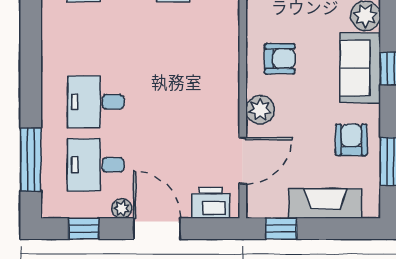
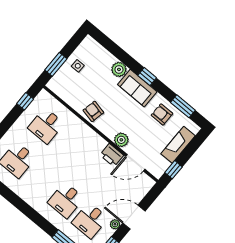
armchair: (280, 59) -> (93, 111), moved, turned -78
door: (243, 161) -> (135, 163), swing flipped
printer: (210, 203) -> (112, 155), moved, turned -90

